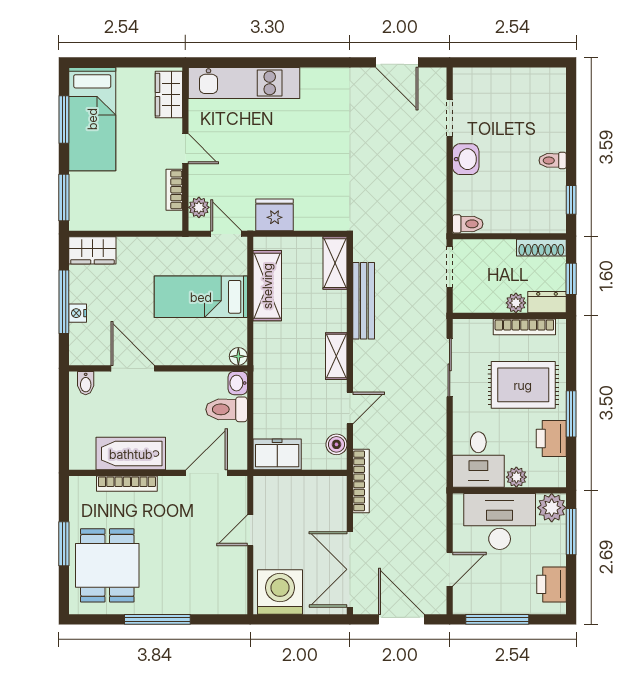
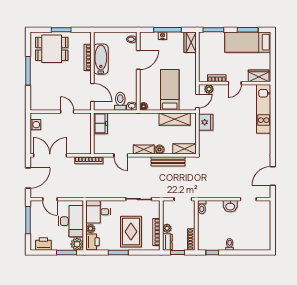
printer: (551, 438) -> (93, 242), moved, turned 90
boiler: (336, 444) -> (159, 149), moved
washing machine: (280, 592) -> (35, 125), width x0.53, depth x0.53

